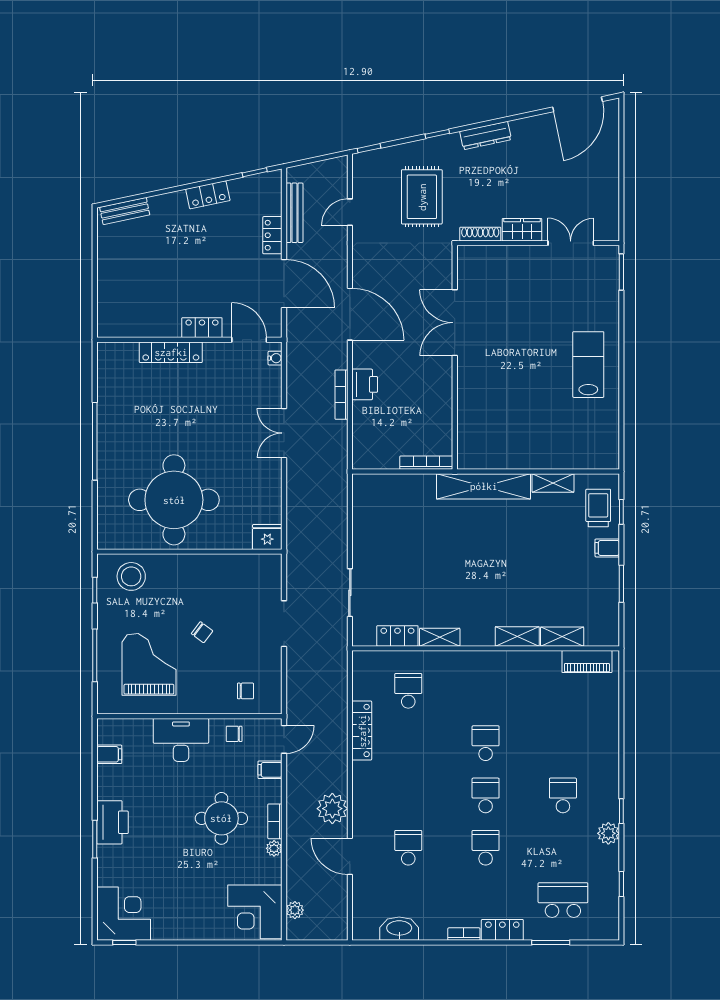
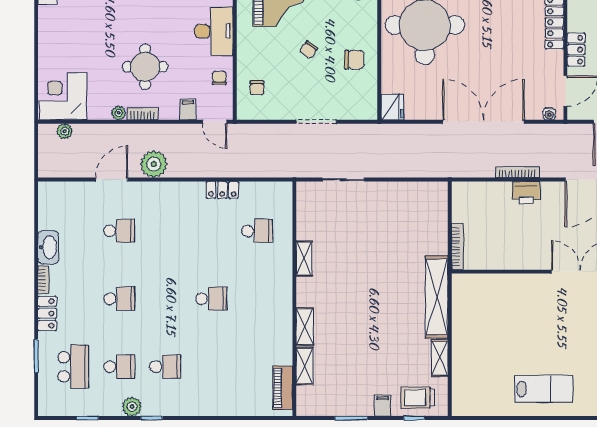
double door: (284, 433) -> (483, 122), width x1.87
trolley: (598, 508) -> (418, 398), turned 180
chair: (213, 580) -> (354, 60), added
locker: (397, 636) -> (305, 221), removed
locker: (362, 731) -> (222, 190), width x0.66
school desk: (486, 795) -> (119, 367), moved
washbasin: (399, 929) -> (48, 247), moved

